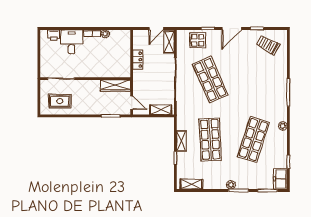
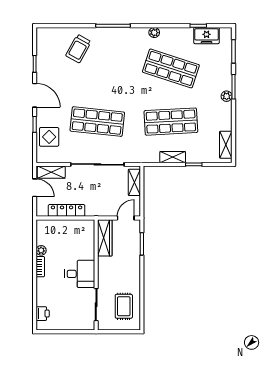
desk: (72, 42) -> (80, 274), moved, turned 180
trolley: (268, 45) -> (78, 49), moved
locker: (138, 60) -> (67, 210), width x1.53
shop shelf: (210, 79) -> (97, 122), turned 30
freezer: (280, 179) -> (207, 36), moved

